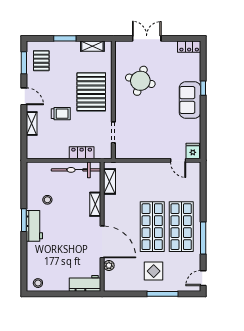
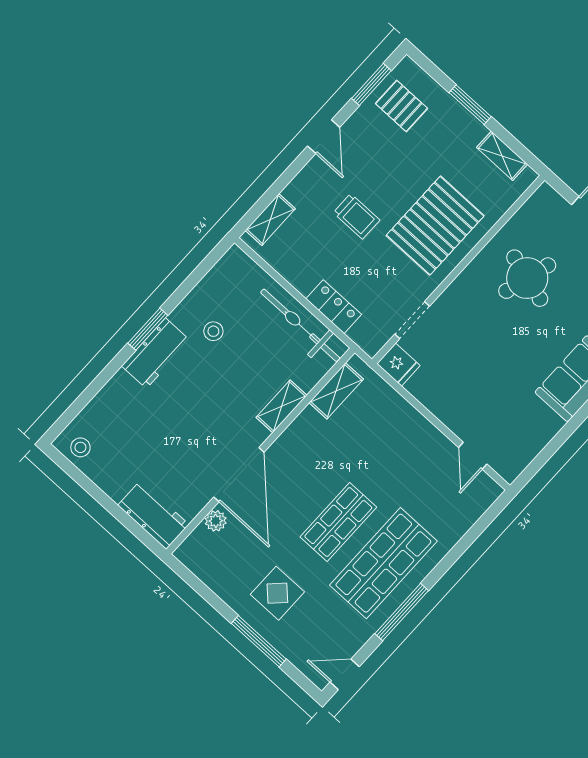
pallet: (41, 61) -> (402, 106), turned 90
shelving: (32, 123) -> (270, 220), moved
fridge: (193, 151) -> (398, 365), moved, turned 90
shop shelf: (152, 227) -> (338, 522), width x0.70, depth x0.74

